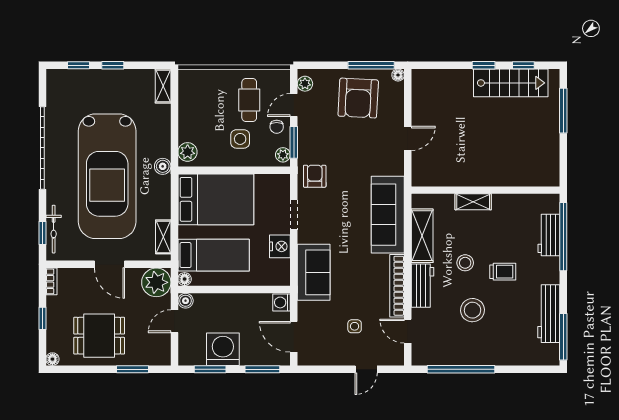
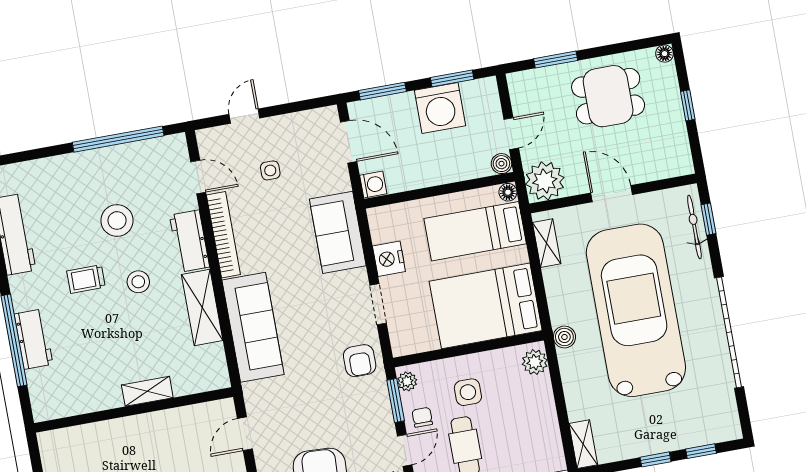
wall: (485, 190) -> (134, 410), moved
shelving: (473, 202) -> (147, 391), moved
bookcase: (51, 281) -> (685, 157), removed

